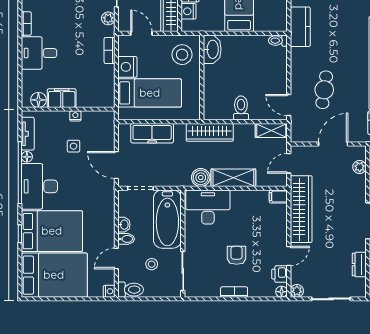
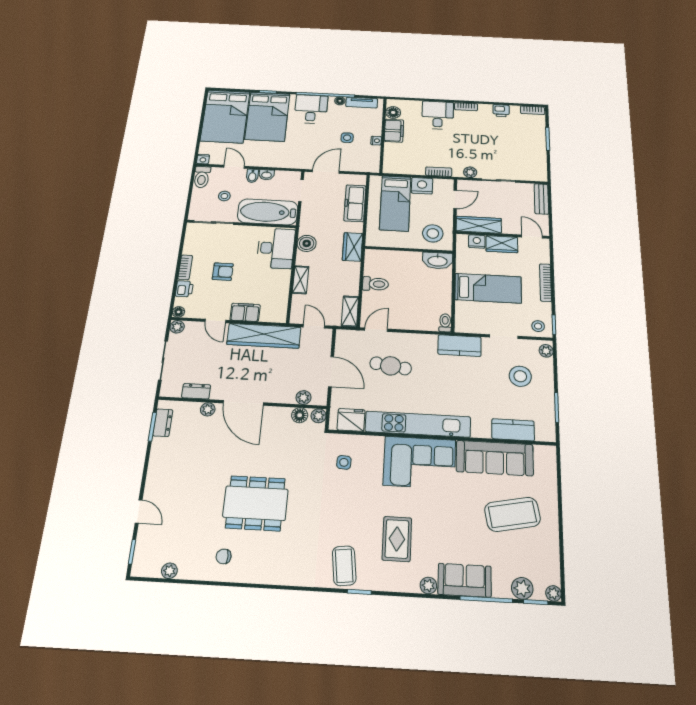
wardrobe: (210, 132) -> (353, 247), width x0.67
shelving: (233, 178) -> (301, 280), width x0.67, depth x0.75
desk: (39, 186) -> (311, 109), width x0.73
filing cabinet: (278, 196) -> (245, 312), moved, width x2.00
printer: (280, 274) -> (184, 289), moved, turned 90

